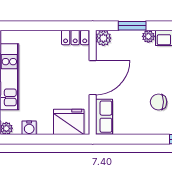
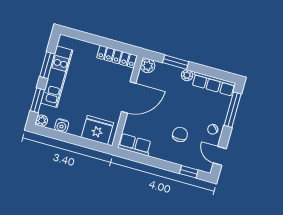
locker: (75, 38) -> (117, 57), width x1.53
chair: (158, 102) -> (180, 134), turned 90
row of seats: (104, 117) -> (135, 145), moved, turned -90

